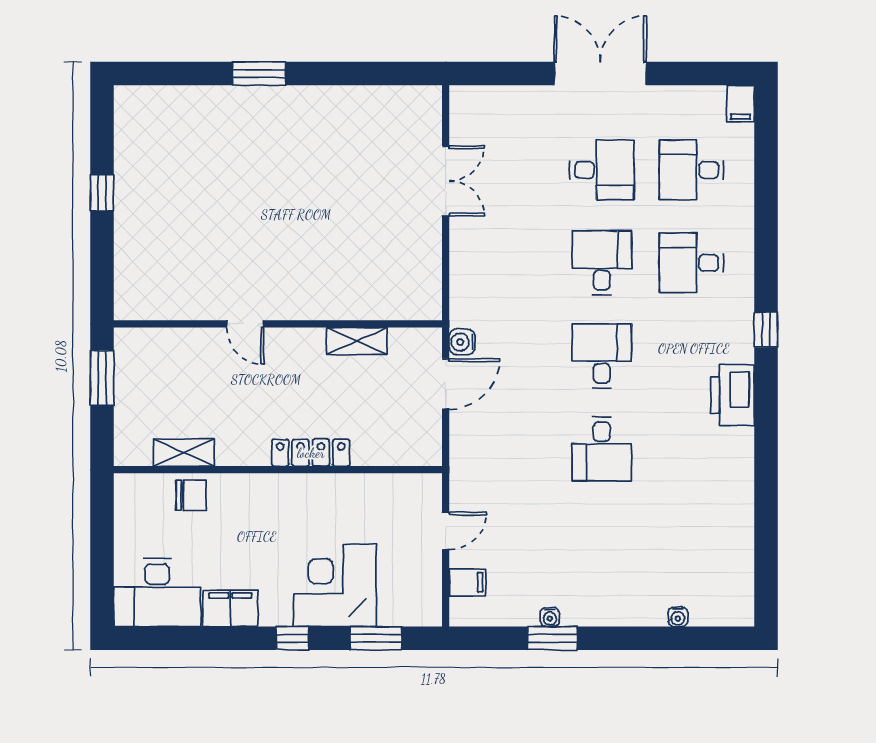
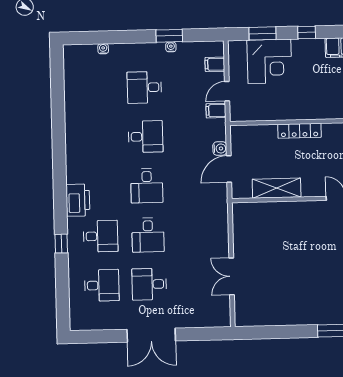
filing cabinet: (740, 104) -> (216, 111), moved, turned -90
window: (766, 330) -> (61, 244), moved
shelving: (357, 341) -> (277, 188), width x1.50, depth x1.33
water cooler: (462, 342) -> (220, 148), moved
printer: (732, 395) -> (78, 200), moved
desk: (602, 449) -> (146, 137), turned 90
desk: (602, 542) -> (144, 87), added
corner desk: (335, 585) -> (269, 61), moved

